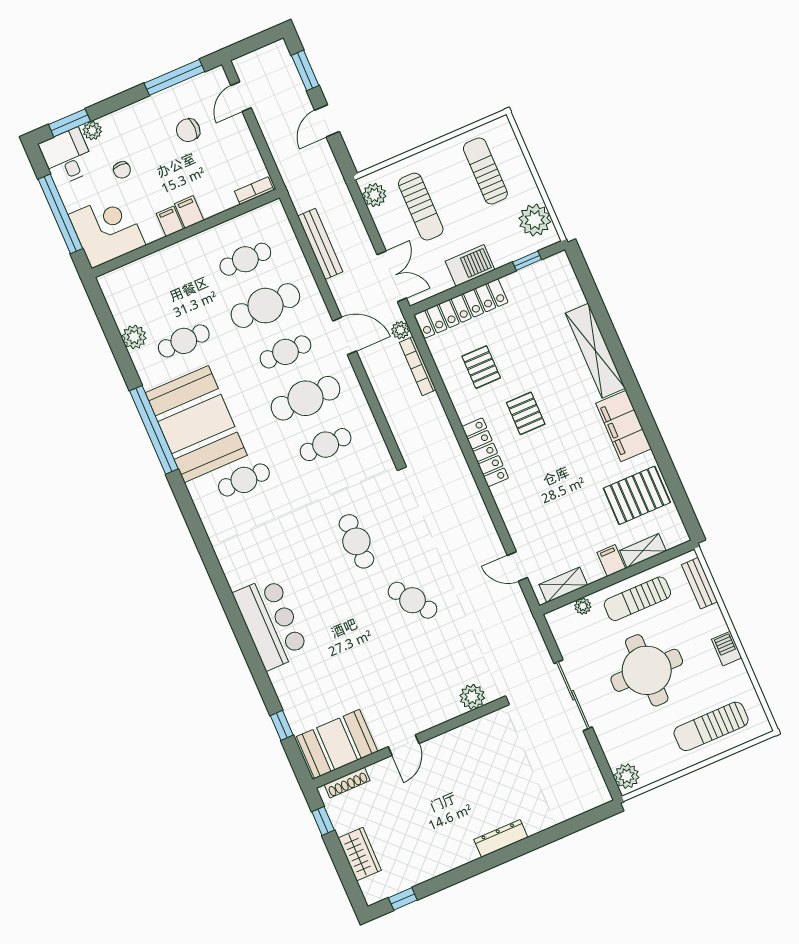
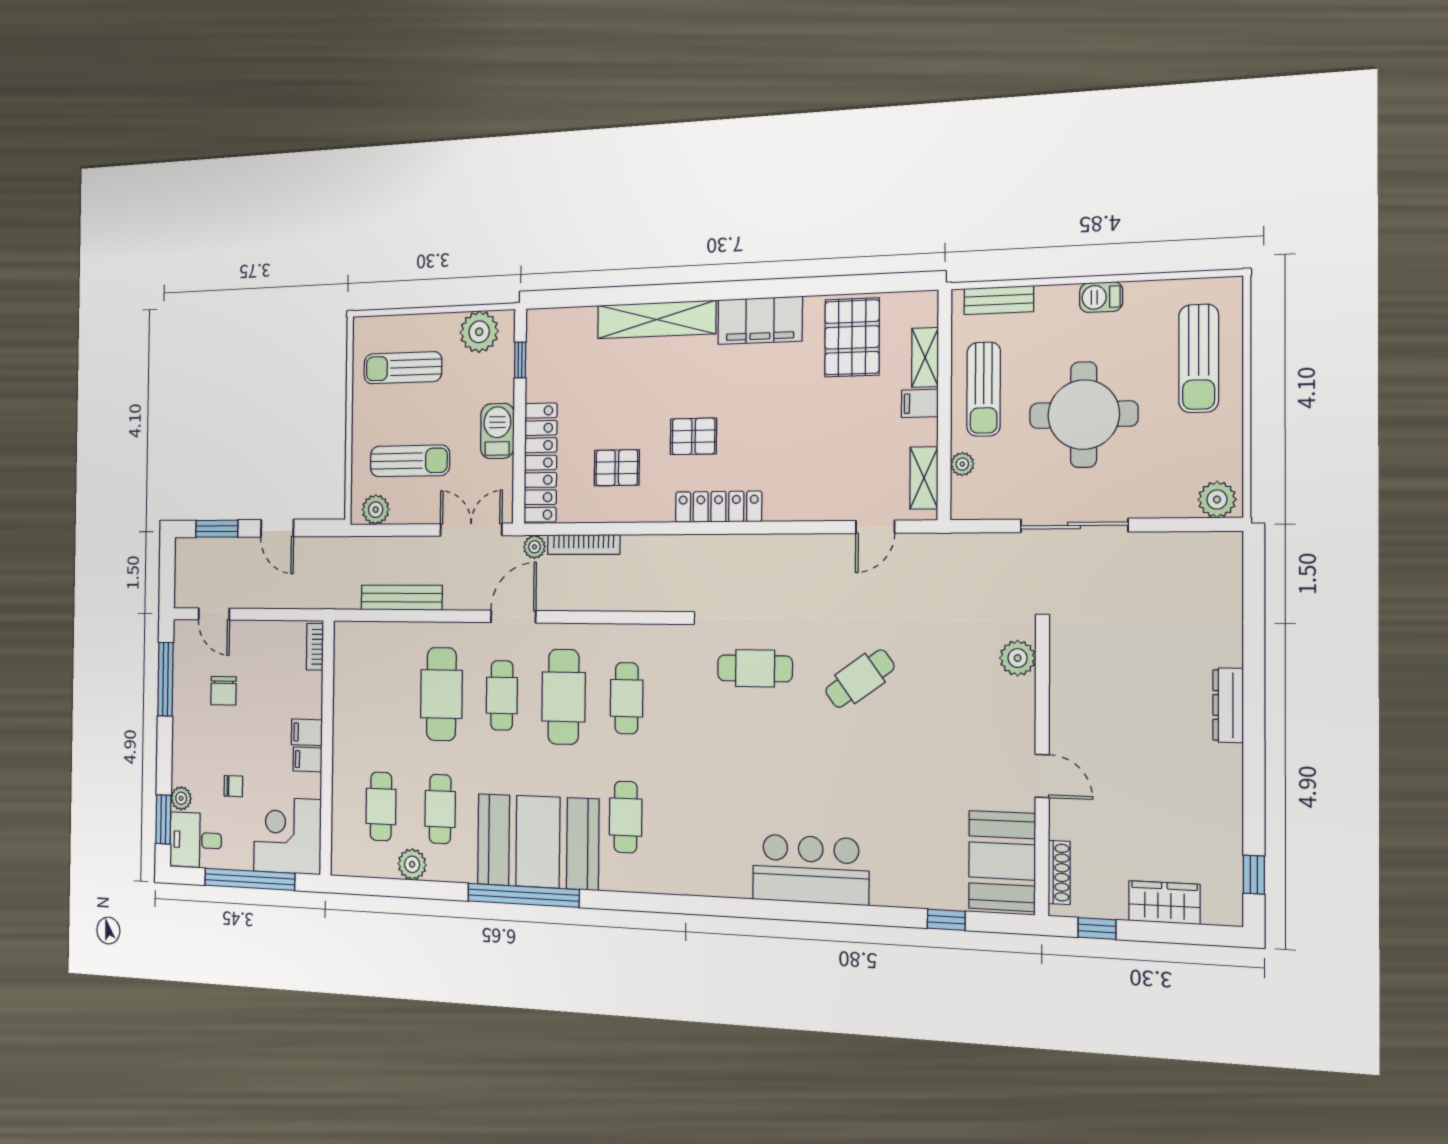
cafe table: (245, 259) -> (381, 806), moved
cafe table: (356, 541) -> (755, 668), moved

